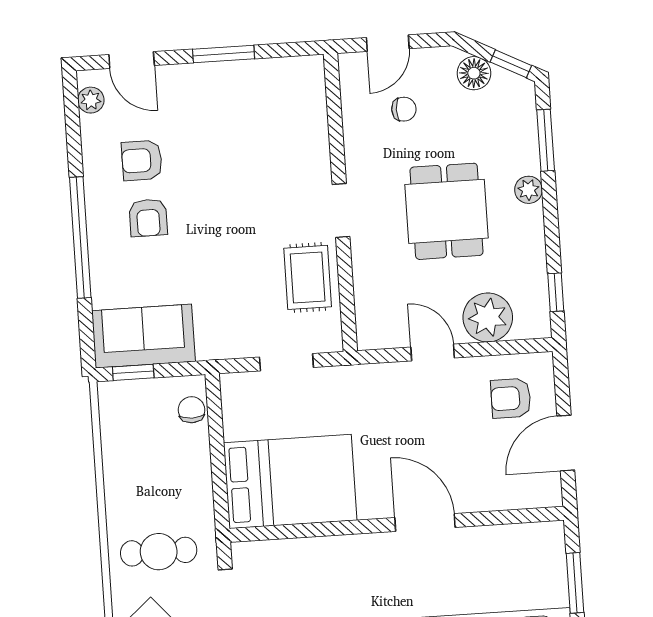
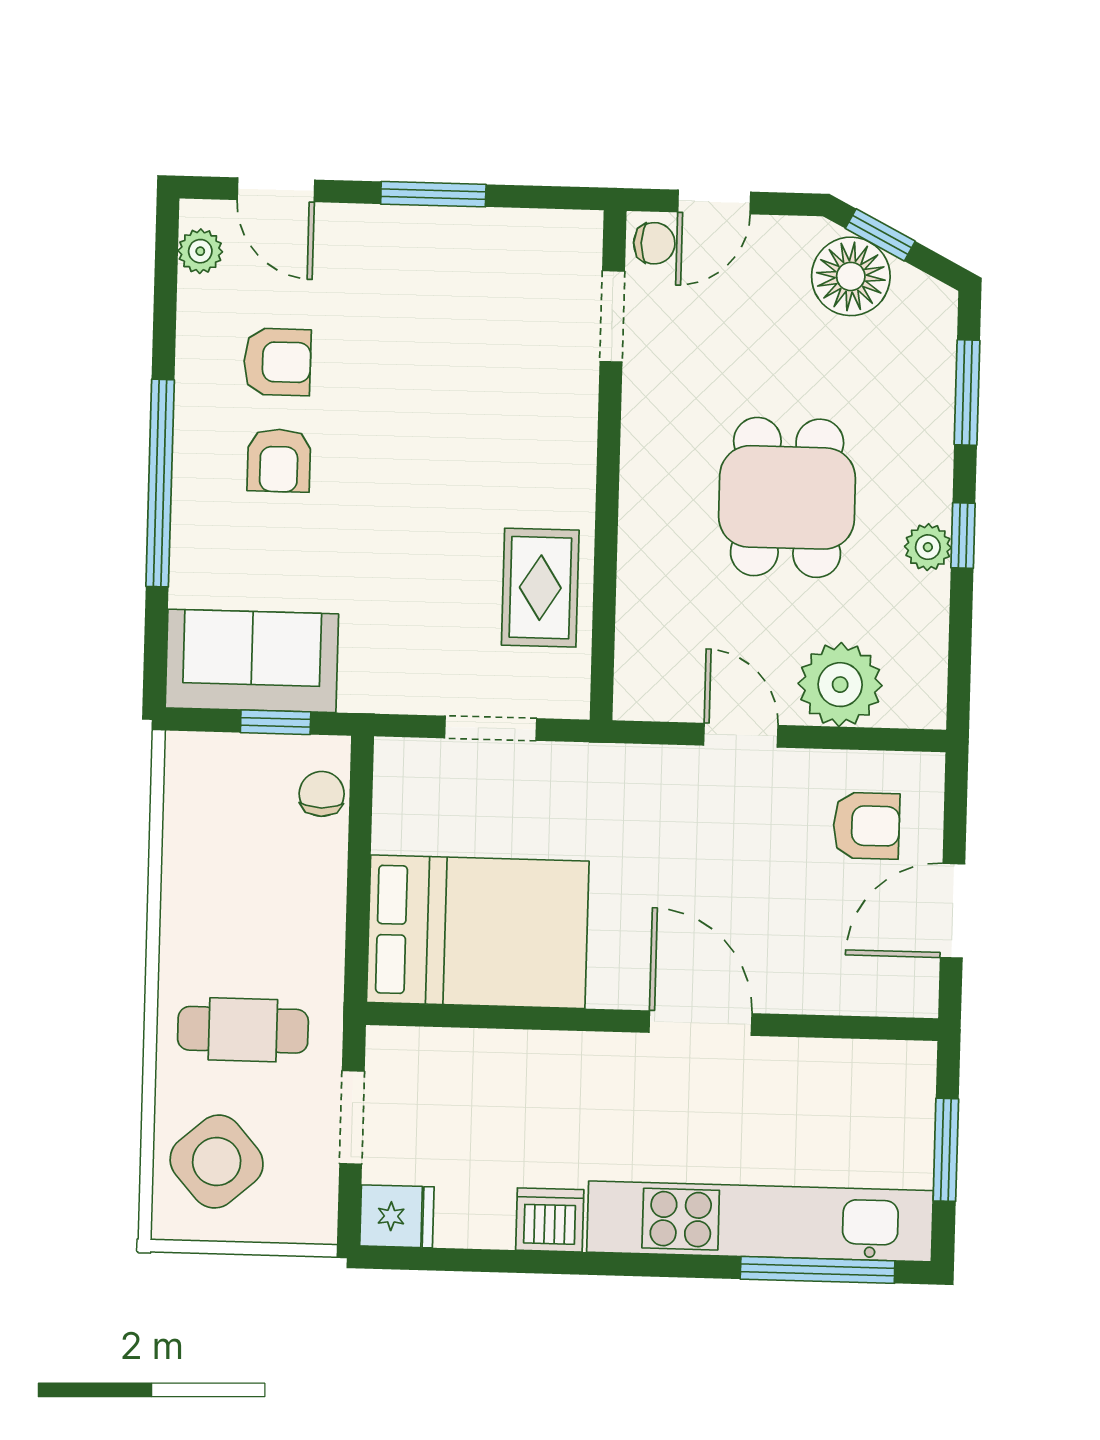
window: (511, 64) -> (880, 235), moved
floor lamp: (474, 73) -> (851, 276), width x1.38, depth x1.38
chair: (404, 109) -> (654, 243), moved
armchair: (142, 160) -> (277, 362), turned 180
plant: (528, 190) -> (928, 547), moved
doorway: (341, 210) -> (612, 316), moved
window: (556, 292) -> (963, 535), moved
window: (133, 372) -> (276, 722), moved
armchair: (511, 398) -> (866, 826), turned 180

